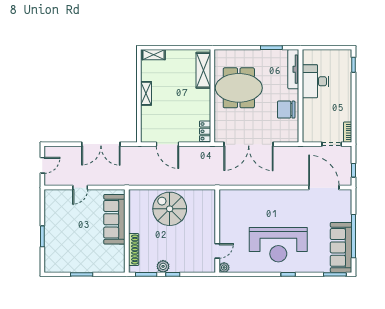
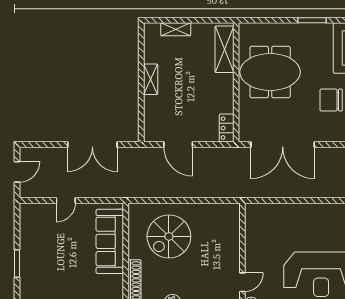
shelving: (154, 55) -> (176, 29), moved
spiral stairs: (170, 209) -> (169, 236), moved, turned -90

